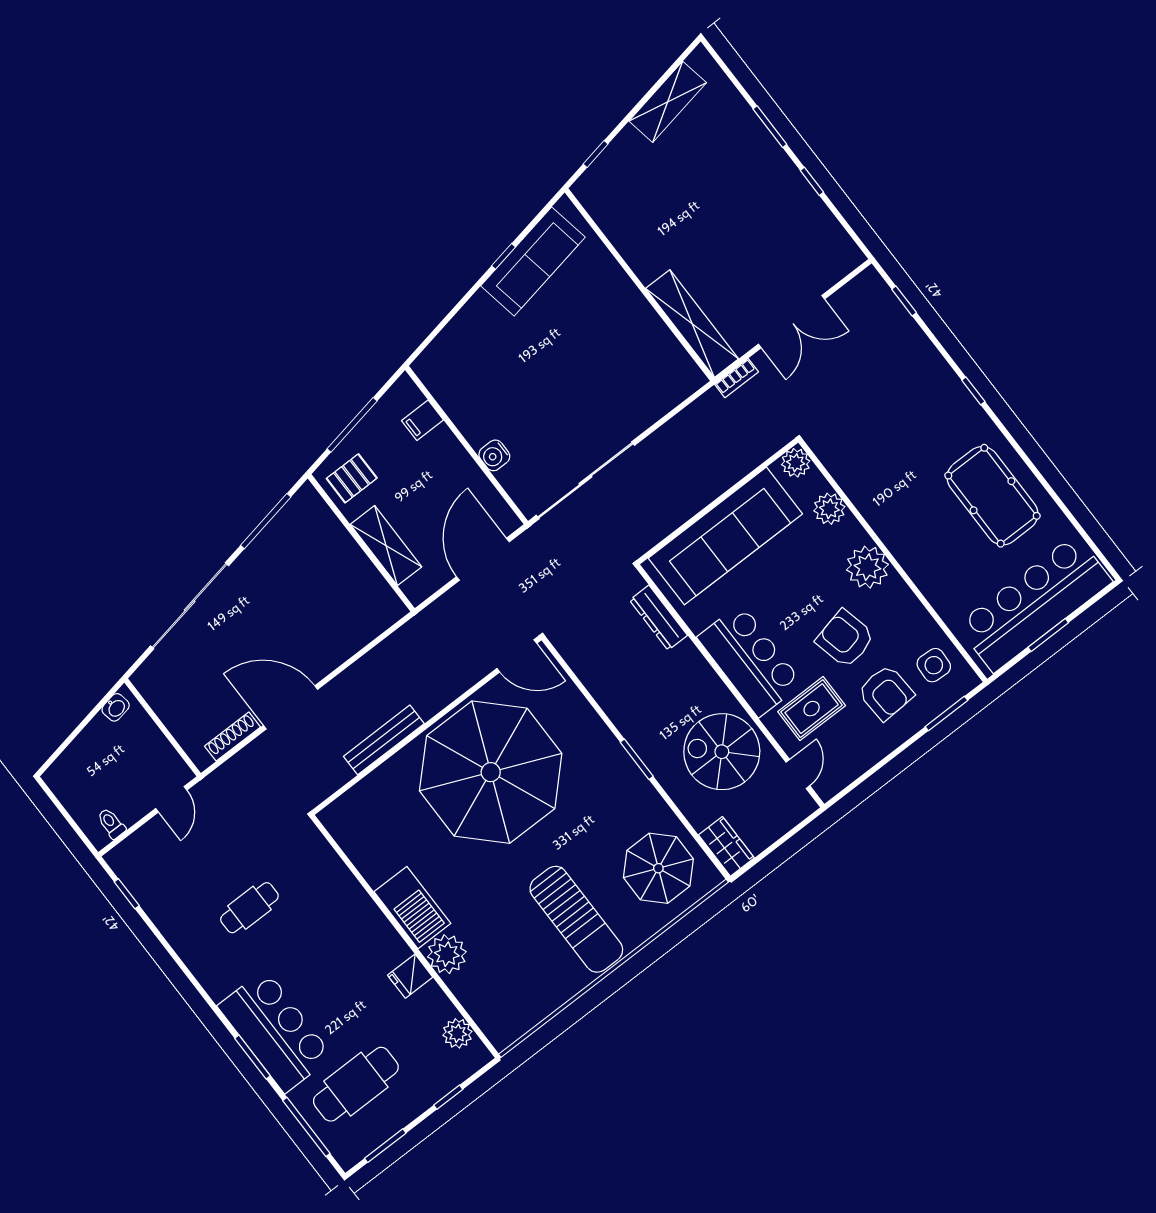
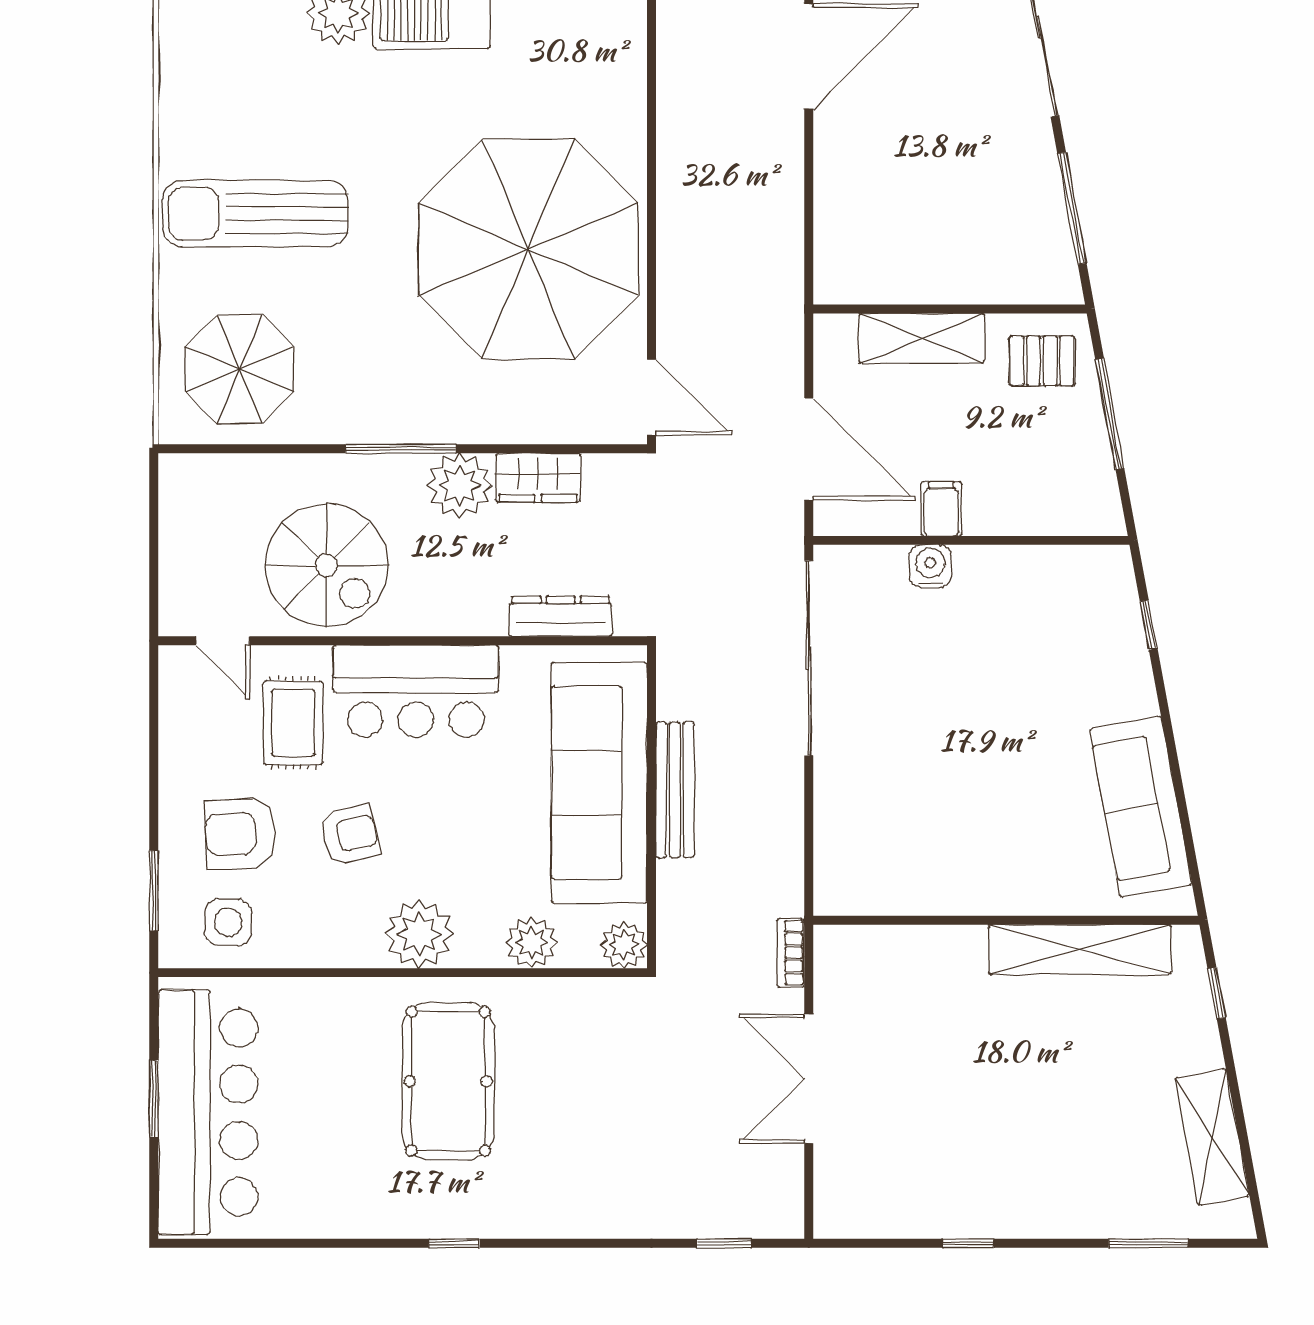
window: (770, 127) -> (1148, 1243), moved
window: (504, 256) -> (1149, 625), moved
shelving: (692, 324) -> (1080, 949), moved
window: (973, 391) -> (454, 1243), moved
filing cabinet: (423, 420) -> (941, 509), moved
pallet: (352, 478) -> (1042, 361), turned 90
pool table: (992, 496) -> (448, 1081), moved, turned 90
armchair: (845, 639) -> (350, 835), width x0.72, depth x0.72
door: (517, 656) -> (652, 397), swing flipped
plant: (632, 716) -> (460, 485), added
bench: (384, 740) -> (675, 790), moved
spiral stairs: (722, 752) -> (326, 565), turned 90
window: (637, 759) -> (401, 449), width x1.44
wardrobe: (726, 846) -> (538, 478), moved

